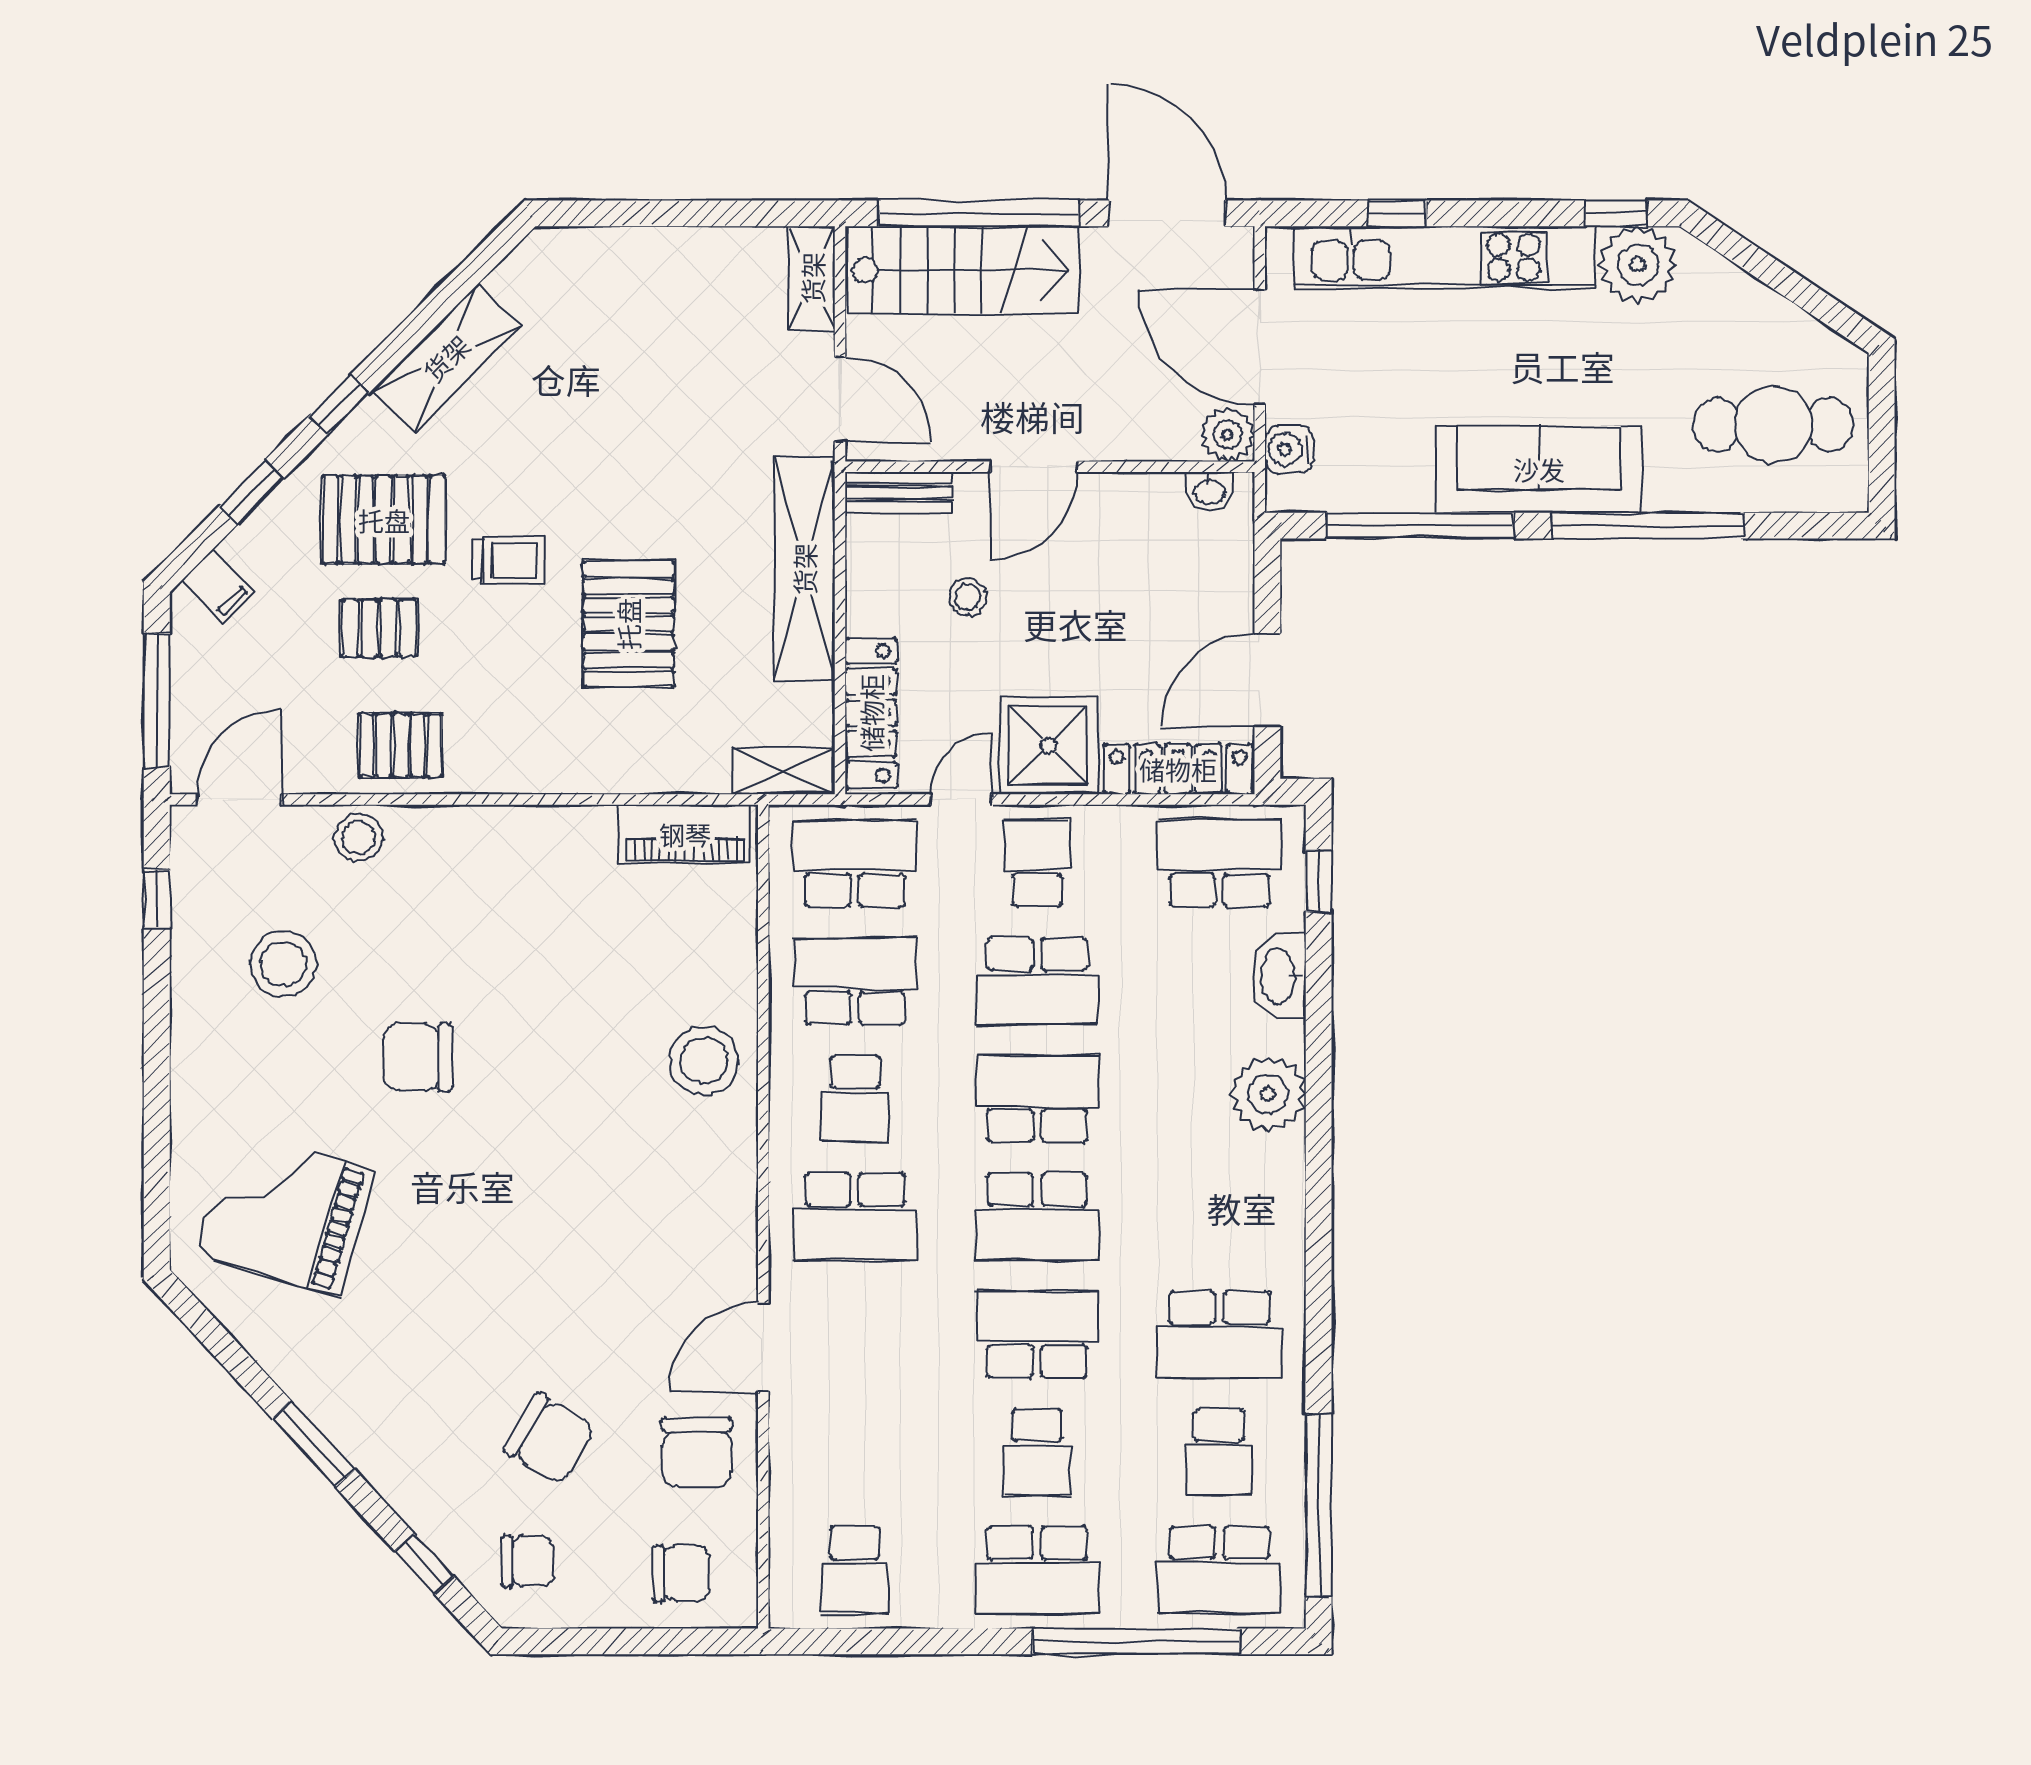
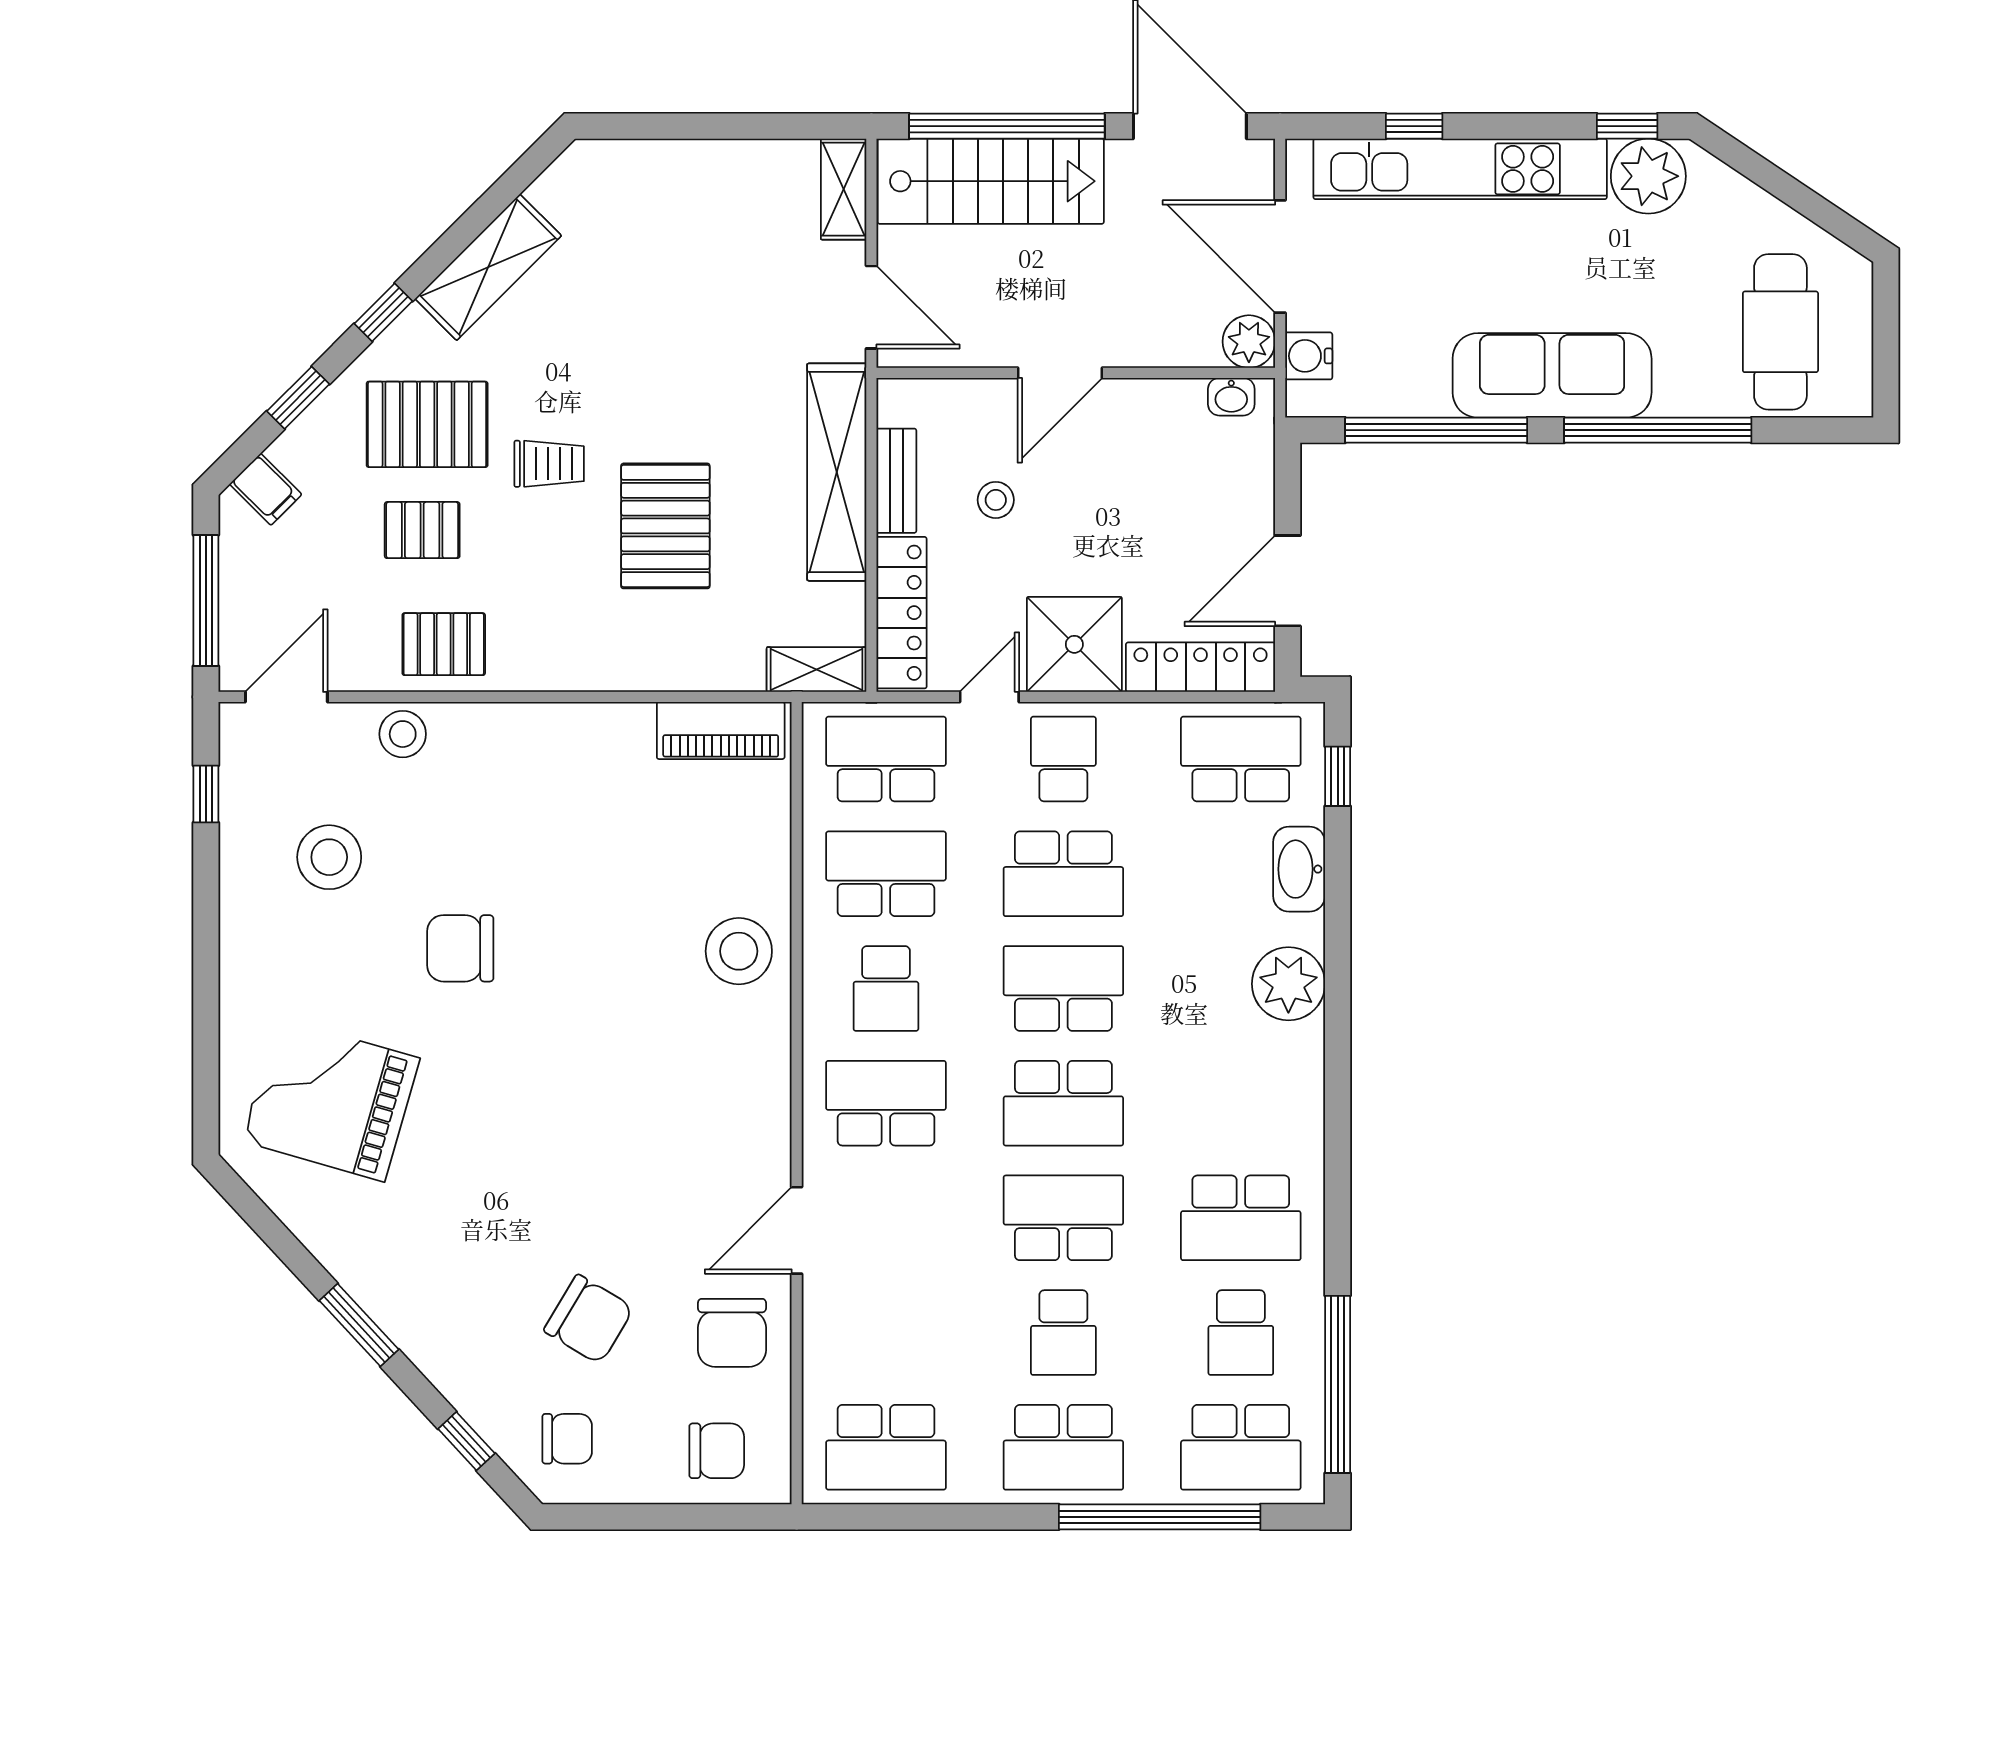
cafe table: (1773, 425) -> (1780, 332), turned 90
bench: (899, 492) -> (896, 481), moved, turned 90
school desk: (855, 1217) -> (886, 1103), turned 180
school desk: (855, 1570) -> (886, 1447), width x1.85

